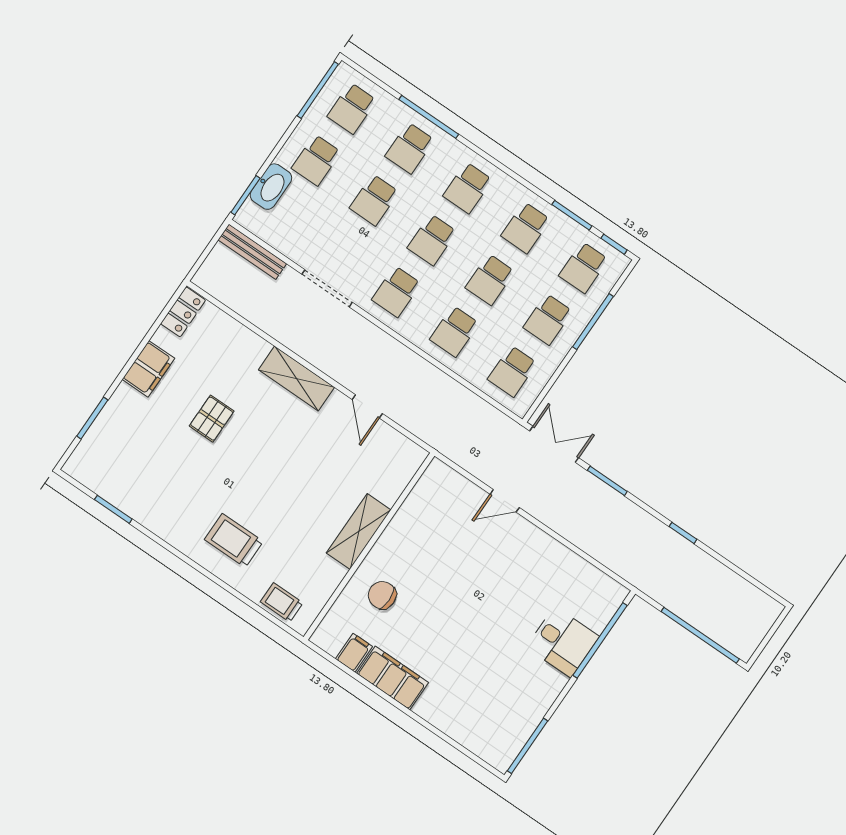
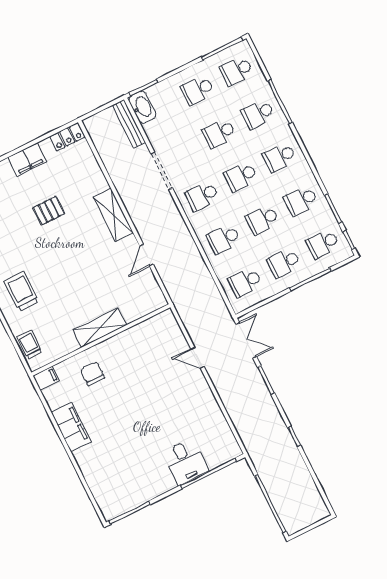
washbasin: (271, 187) -> (142, 107), moved, turned -90
filing cabinet: (354, 653) -> (46, 378), moved

